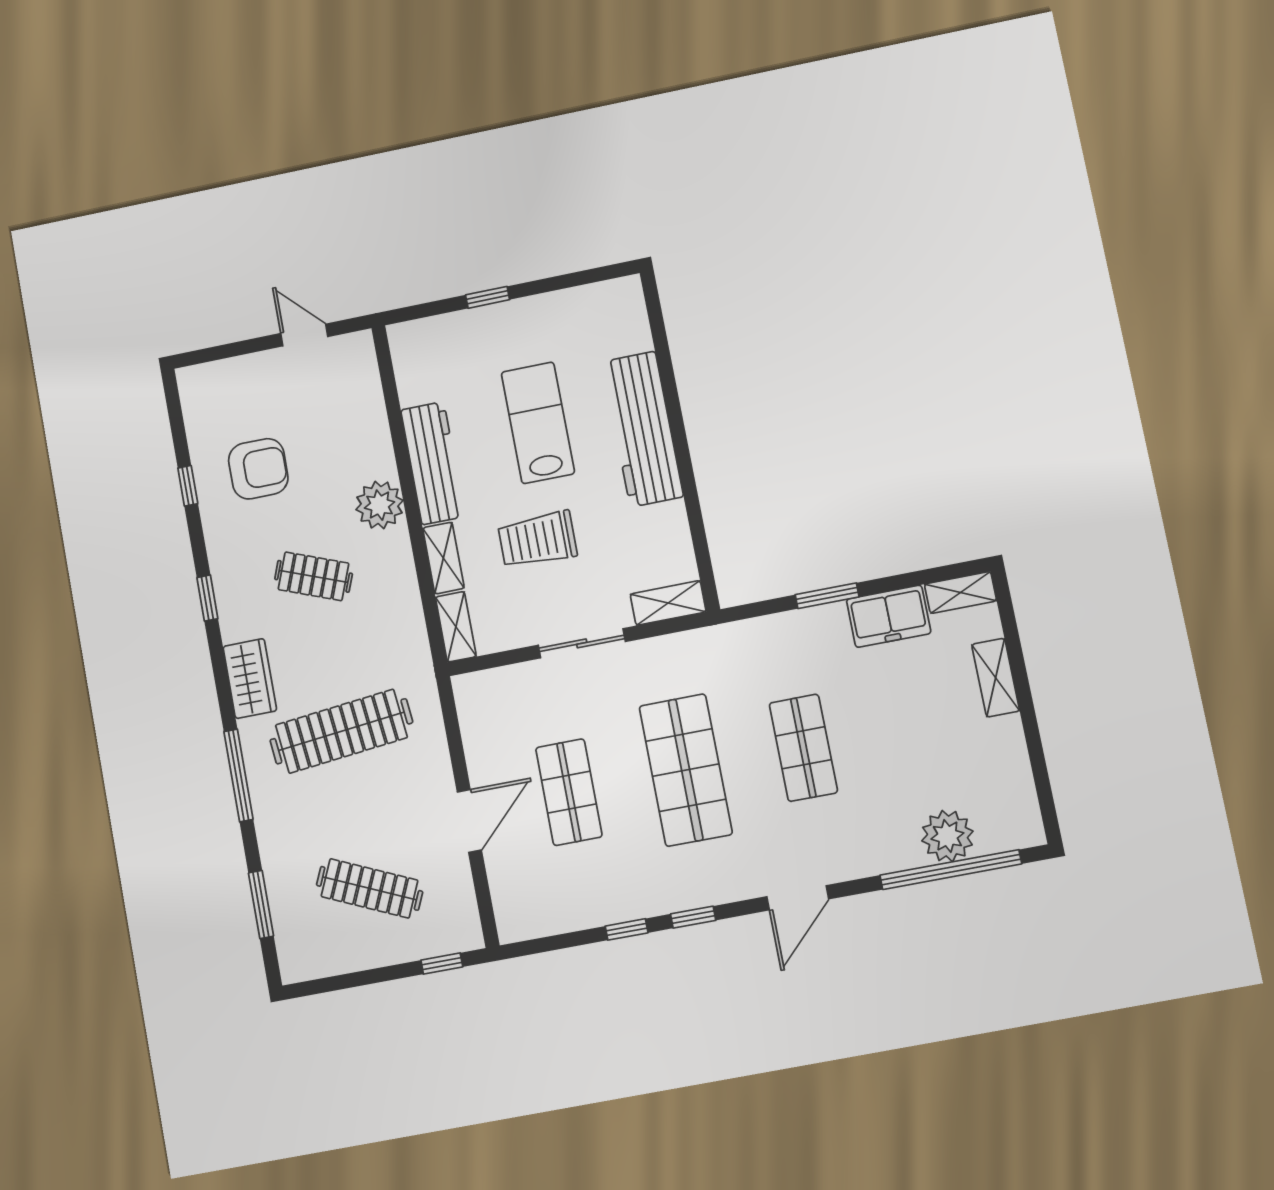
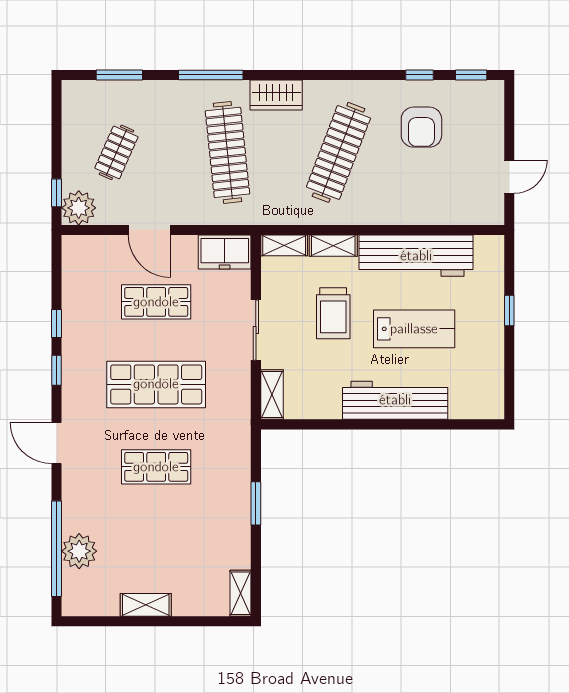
workbench: (433, 463) -> (416, 256), width x1.36, depth x1.32
plant: (379, 505) -> (79, 208), moved
trolley: (537, 540) -> (333, 313), turned 180
clothes rail: (313, 576) -> (338, 152), width x1.86, depth x1.31
window: (207, 598) -> (471, 75), moved
freezer: (889, 616) -> (225, 252), moved, turned -90
shelving: (996, 678) -> (146, 605), moved
clothes rail: (370, 888) -> (116, 152), width x0.73

